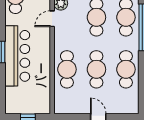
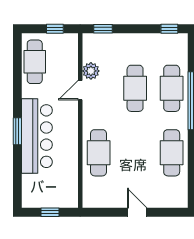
cafe table: (96, 69) -> (135, 153), removed

